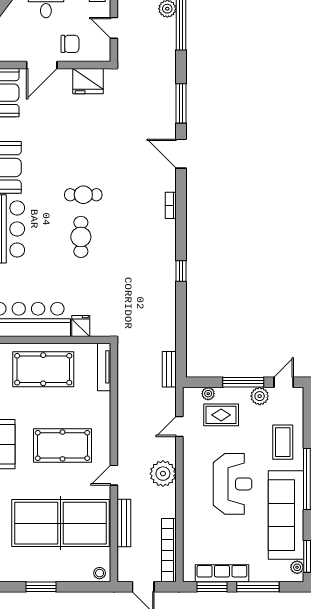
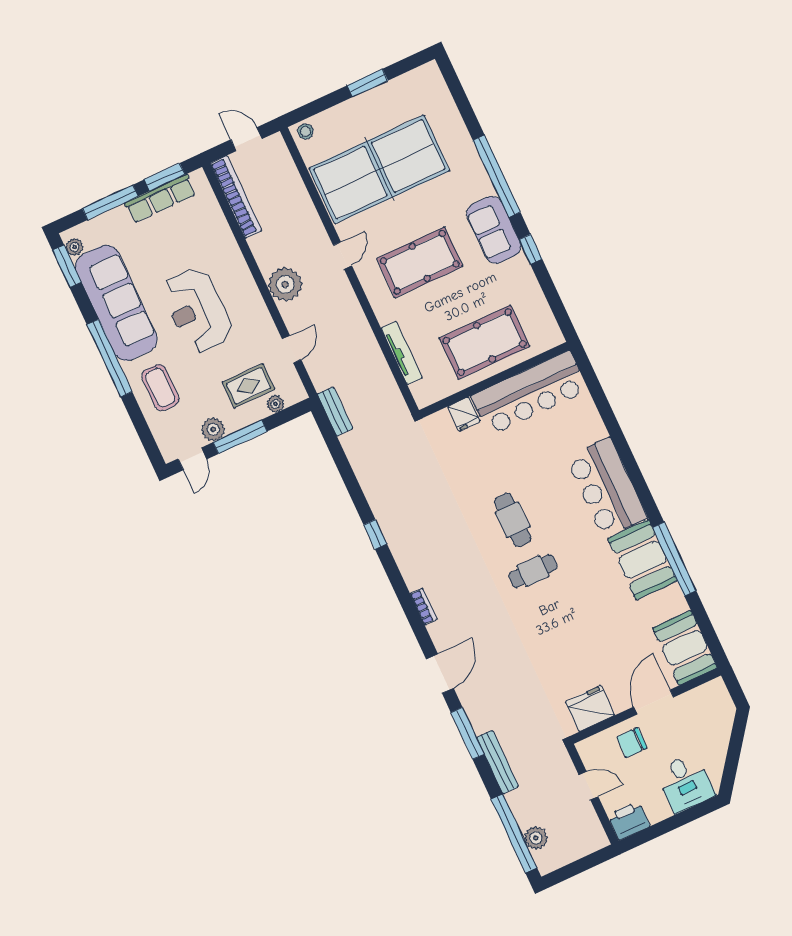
door: (181, 154) -> (440, 674), hinge flipped
tv unit: (104, 367) -> (402, 353), moved
bench: (124, 523) -> (498, 762), moved

